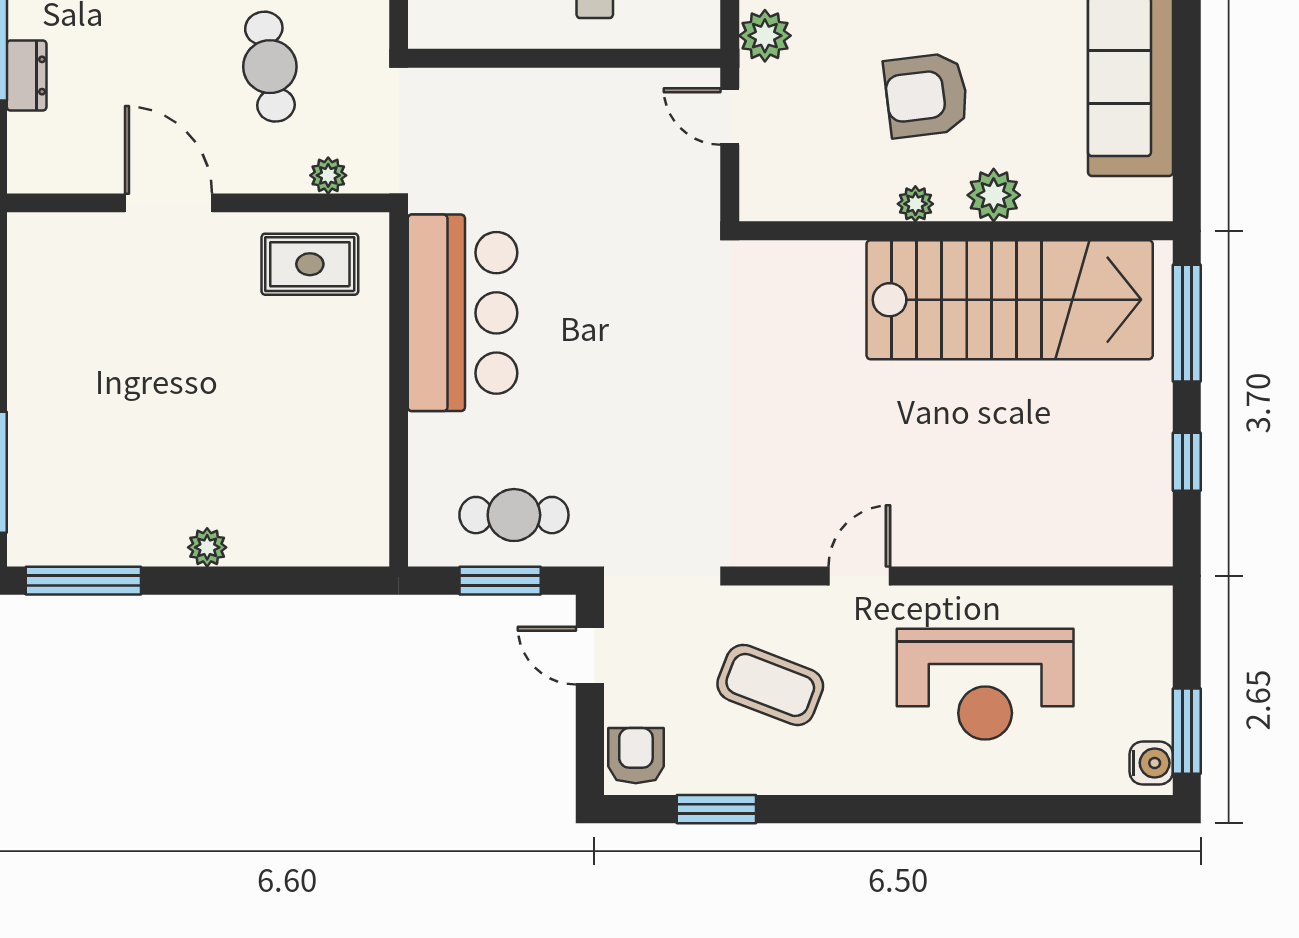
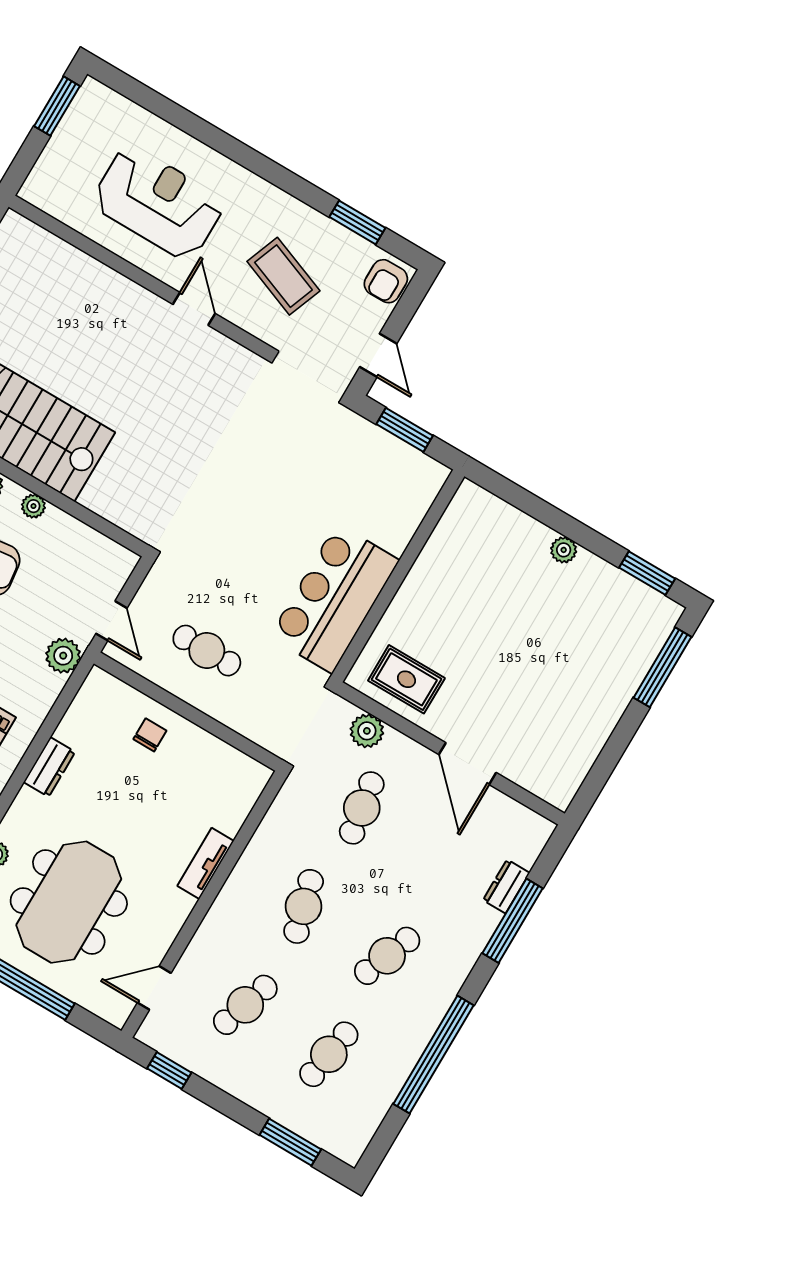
plant: (328, 175) -> (367, 731), width x1.38, depth x1.38
cafe table: (514, 515) -> (207, 651), moved
door: (859, 576) -> (194, 309), swing flipped
window: (83, 581) -> (647, 573), width x0.69
water cooler: (1151, 763) -> (89, 100), removed

